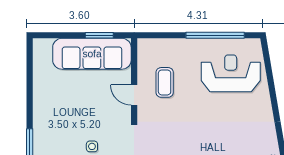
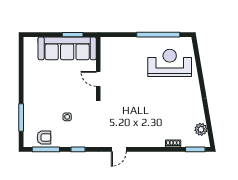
coffee table: (165, 82) -> (121, 70), removed

